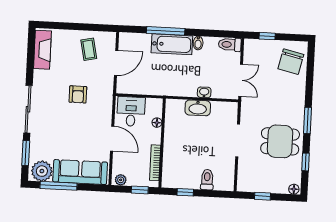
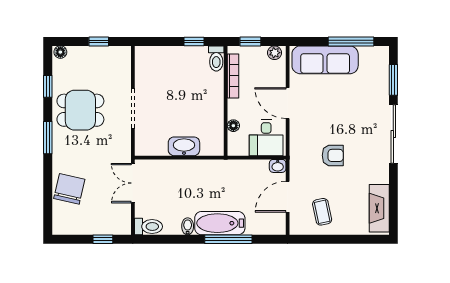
chair: (291, 62) -> (69, 189), moved
washbasin: (204, 92) -> (278, 166), moved
armchair: (78, 94) -> (333, 155), turned 90
plant: (42, 171) -> (372, 59), removed
toilet: (207, 180) -> (216, 58), moved

